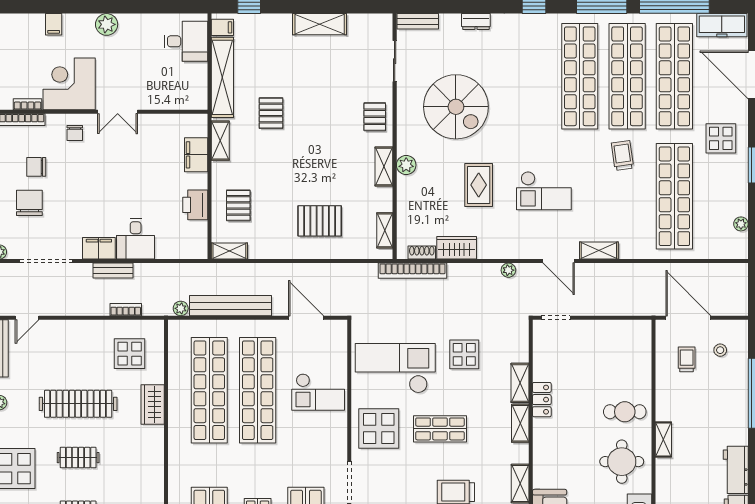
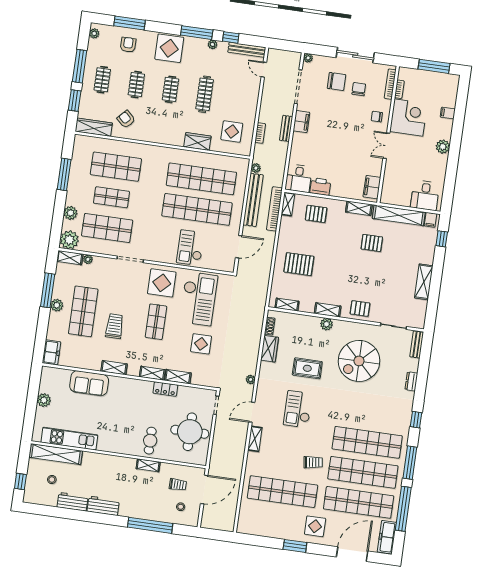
filing cabinet: (196, 155) -> (372, 187), moved, turned -90
pallet: (320, 221) -> (299, 264), turned 90
plant: (741, 224) -> (259, 531), removed
desk: (136, 239) -> (299, 178), moved, turned -90
bookcase: (412, 271) -> (274, 209), moved
clothes rail: (78, 404) -> (205, 94), width x0.73, depth x0.76
shelving: (663, 440) -> (148, 465), moved
round table: (622, 462) -> (190, 432), moved, width x1.36, depth x1.36

